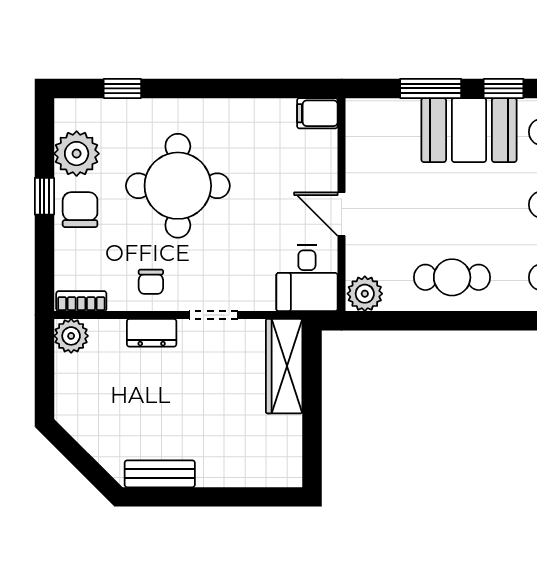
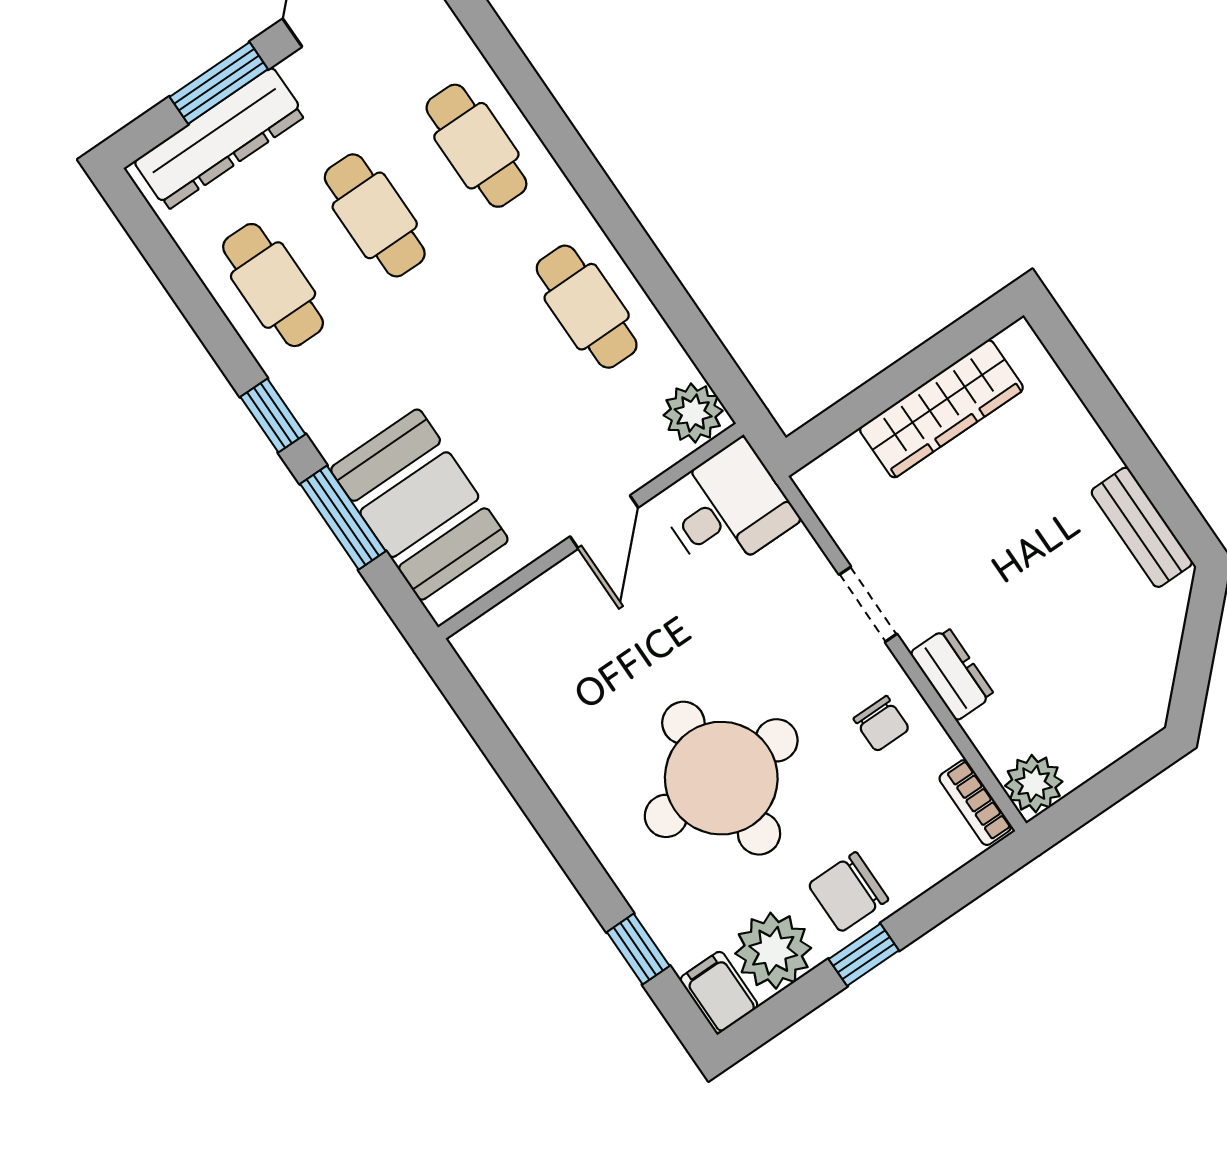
filing cabinet: (317, 113) -> (719, 992), moved, turned 180
booth: (469, 130) -> (419, 505), moved
chair: (151, 282) -> (881, 724), turned 90
wardrobe: (284, 366) -> (941, 409), moved

